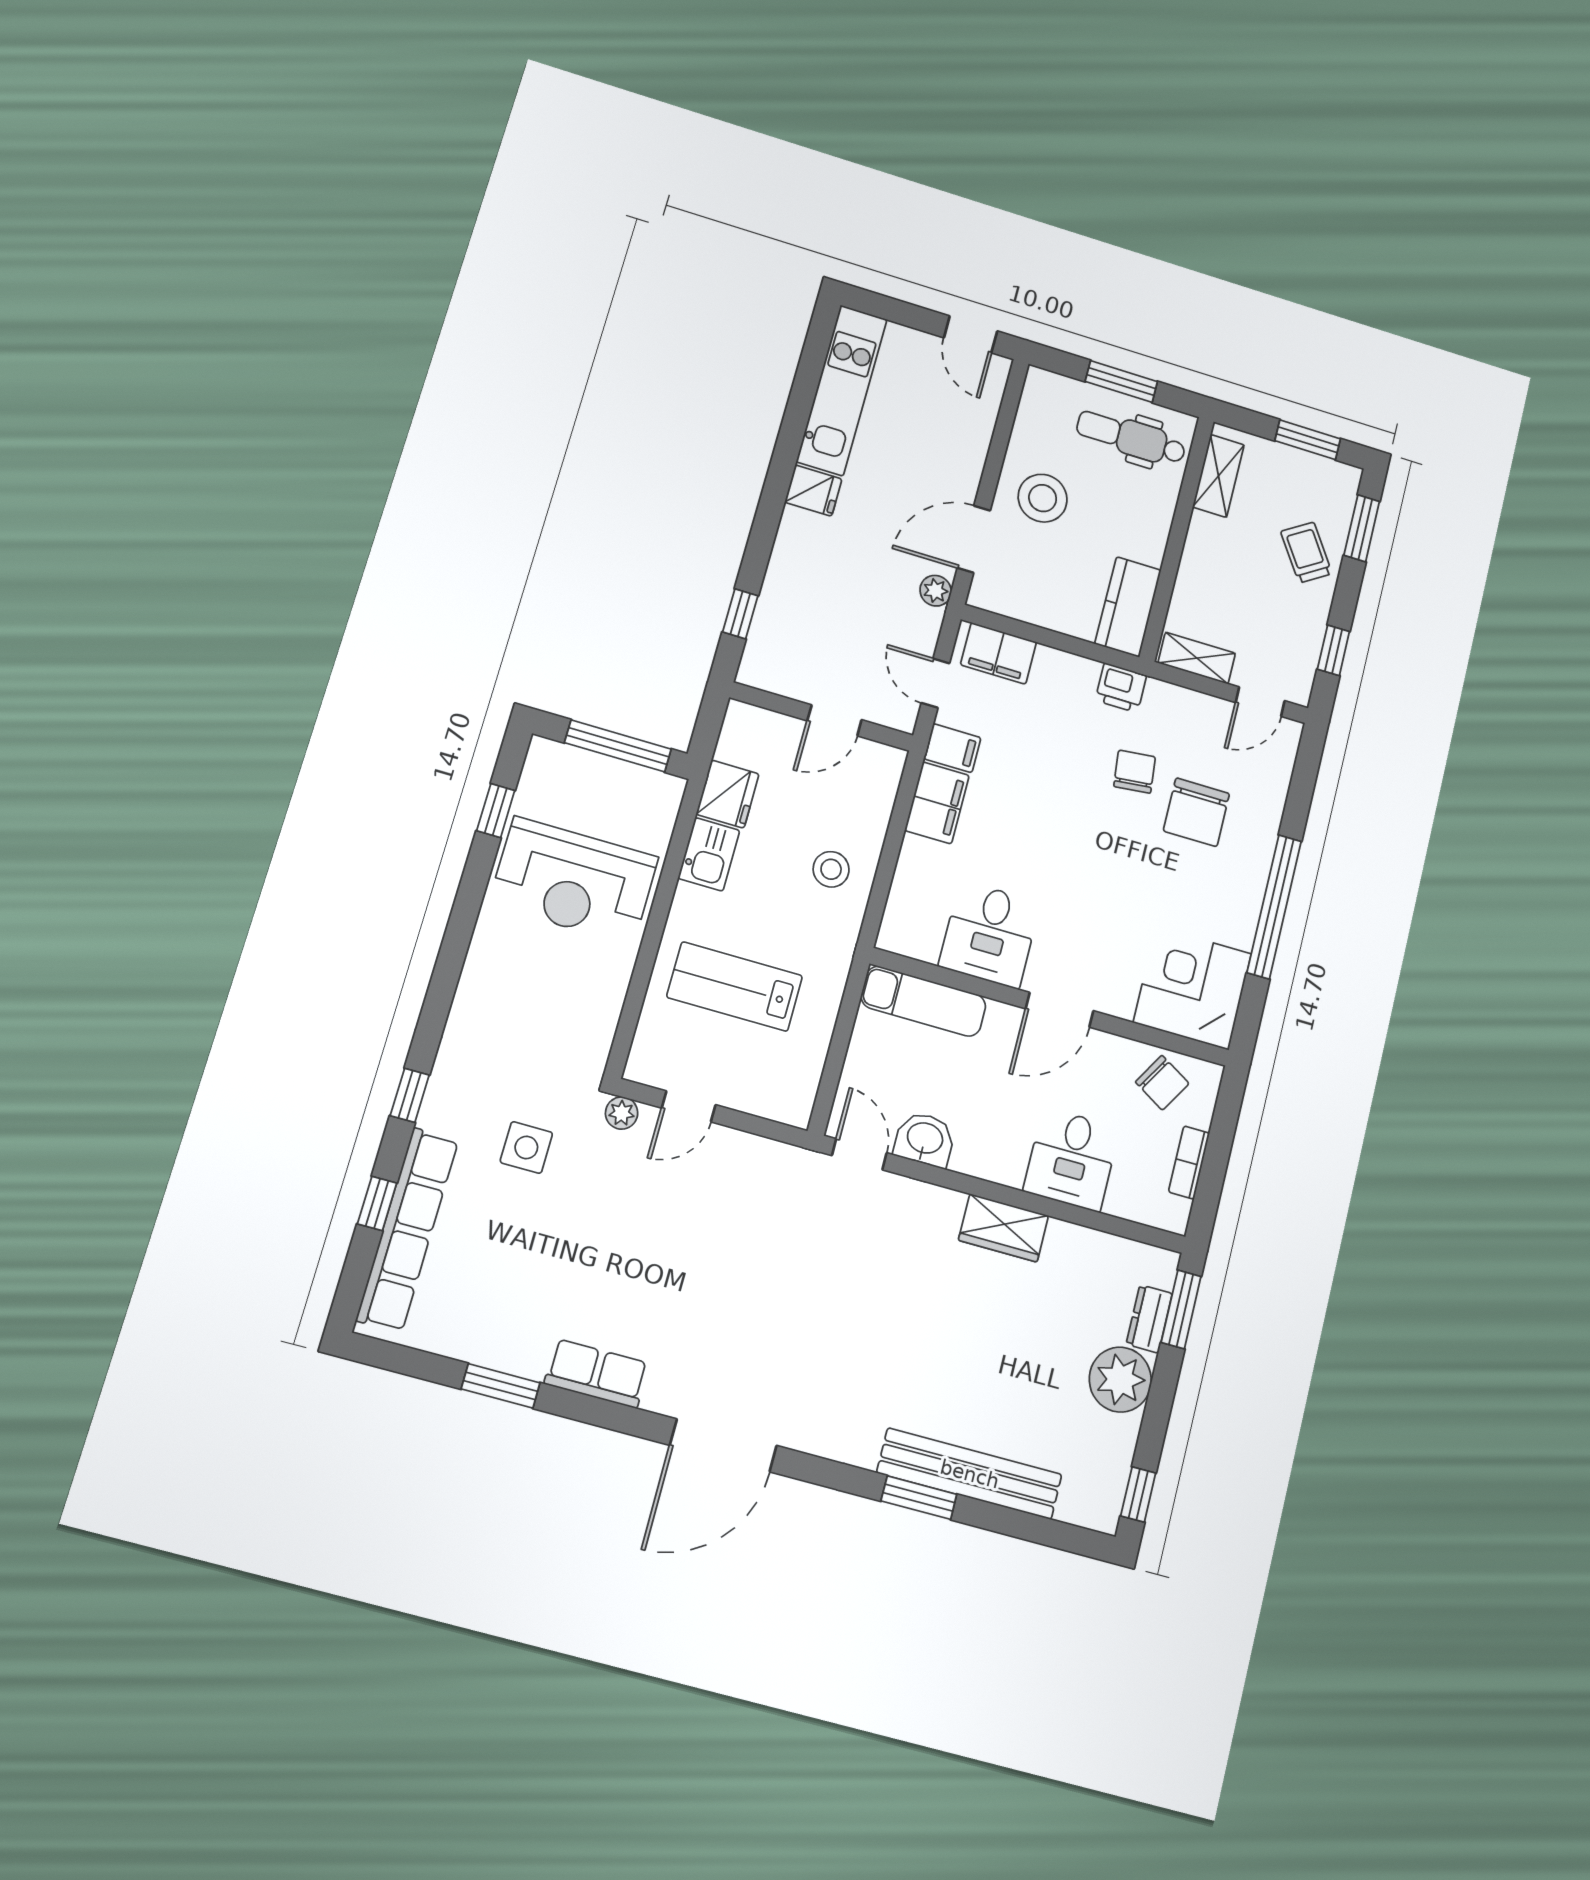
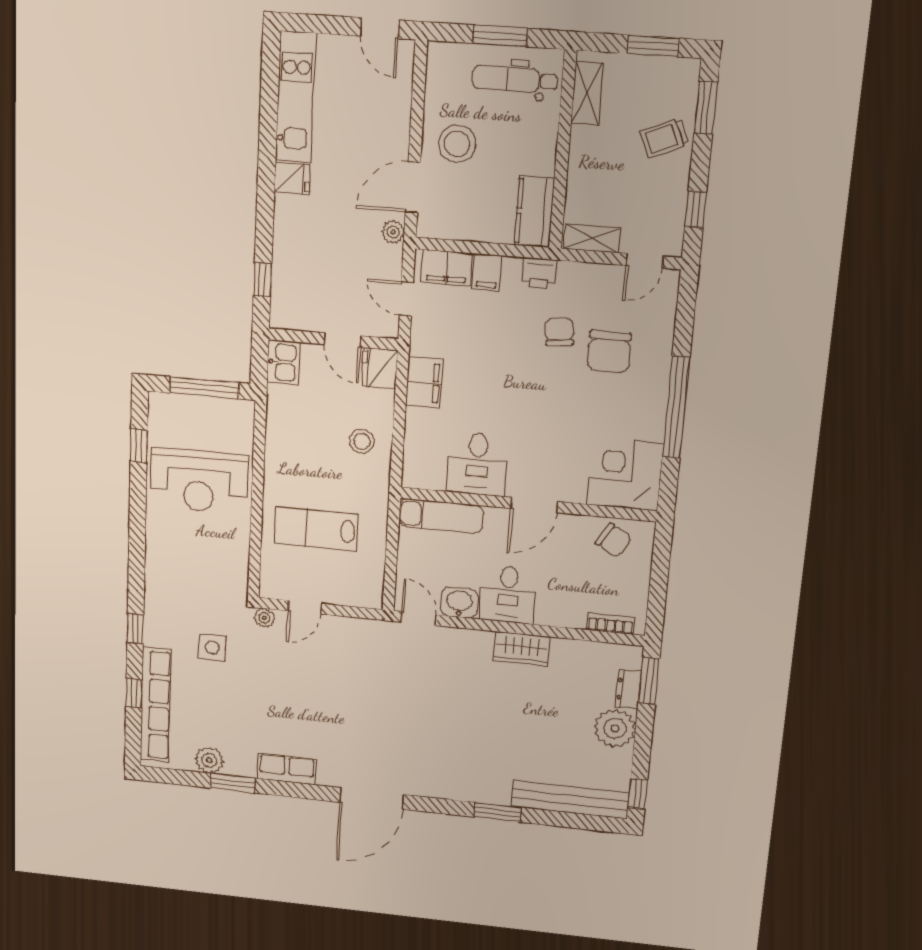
trolley: (1306, 553) -> (664, 138), turned -80
door: (834, 720) -> (342, 340), hinge flipped
filing cabinet: (952, 748) -> (487, 272), moved, turned 90
fridge: (728, 794) -> (380, 368), moved, turned 180
kitchen sink: (709, 854) -> (283, 362), moved
desk: (1072, 1159) -> (508, 594), moved
bookcase: (1189, 1162) -> (610, 624), moved, turned 90
plant: (472, 1340) -> (209, 760), added
bench: (970, 1474) -> (570, 800), moved

